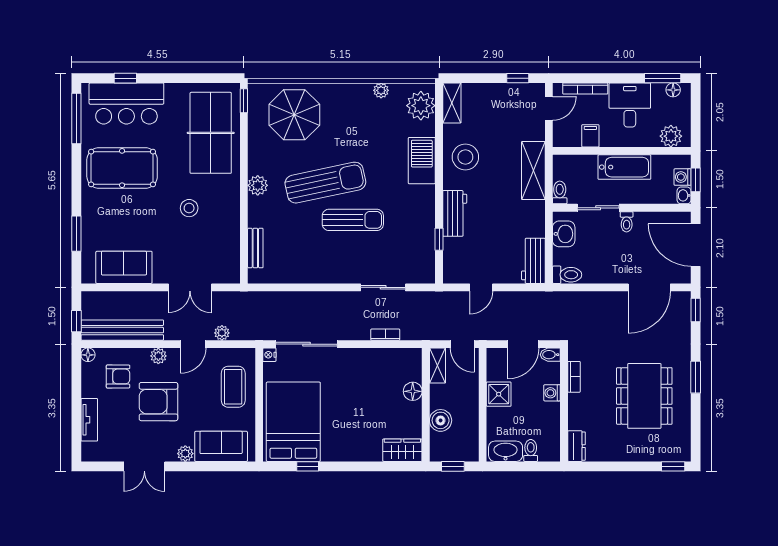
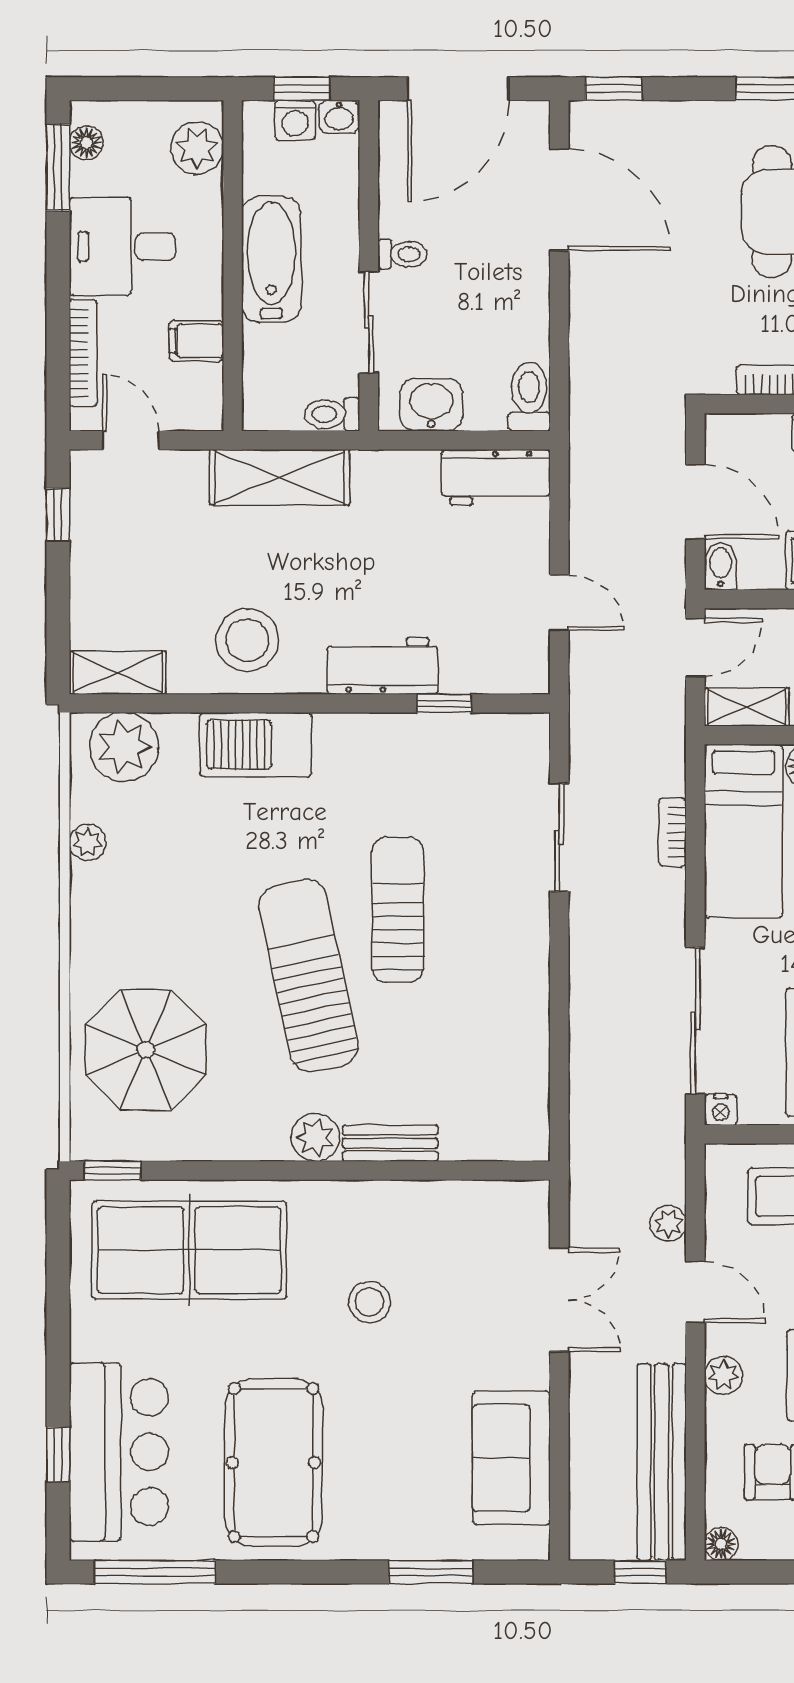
bench: (255, 248) -> (390, 1143), moved
bidet: (550, 355) -> (720, 566), moved, turned 180
bed: (386, 364) -> (743, 831), added

